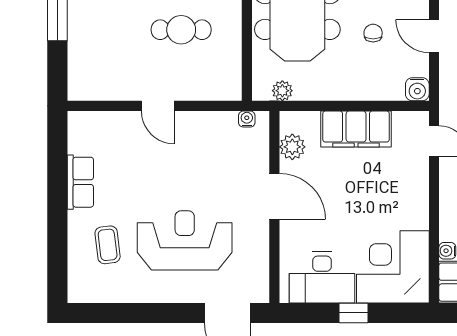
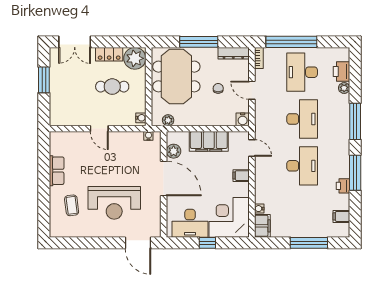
water cooler: (233, 86) -> (141, 118), added
filing cabinet: (415, 191) -> (241, 176), added
door: (274, 196) -> (164, 179), width x1.36
reception desk: (185, 240) -> (114, 203), turned 180

